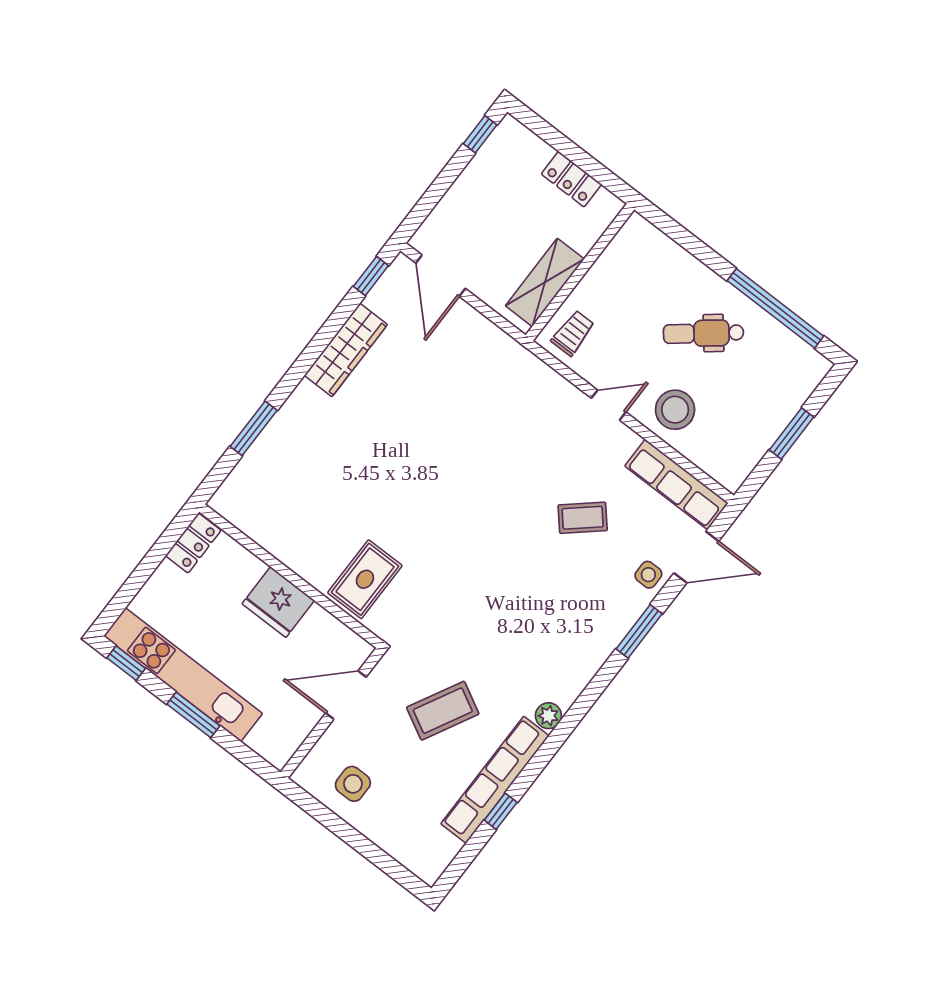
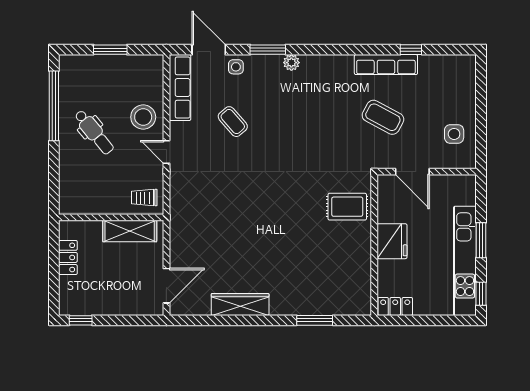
window: (371, 276) -> (193, 320), removed
plant: (548, 716) -> (291, 63), moved
row of seats: (495, 780) -> (386, 65), width x0.73

